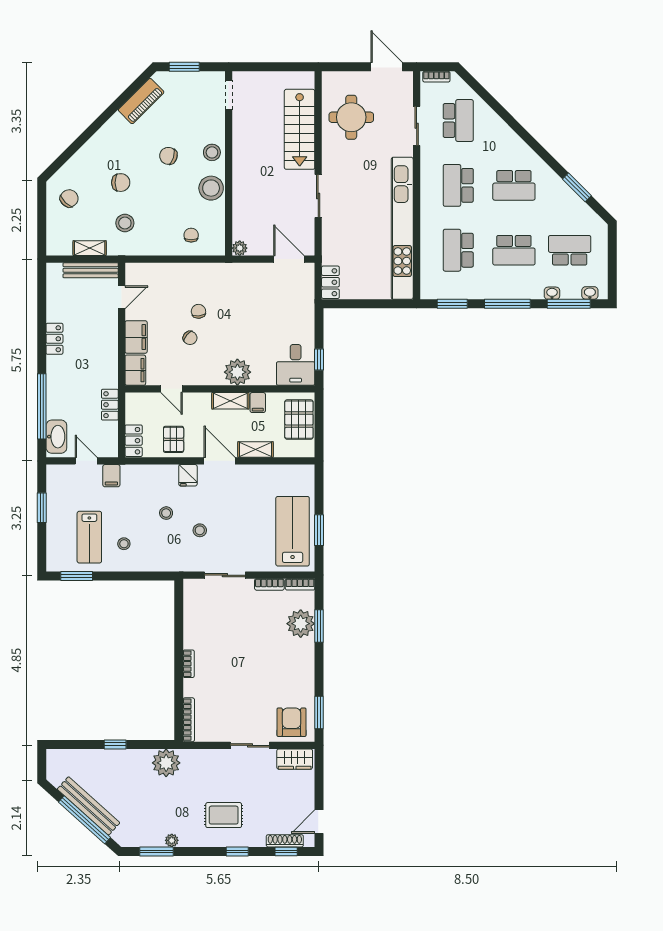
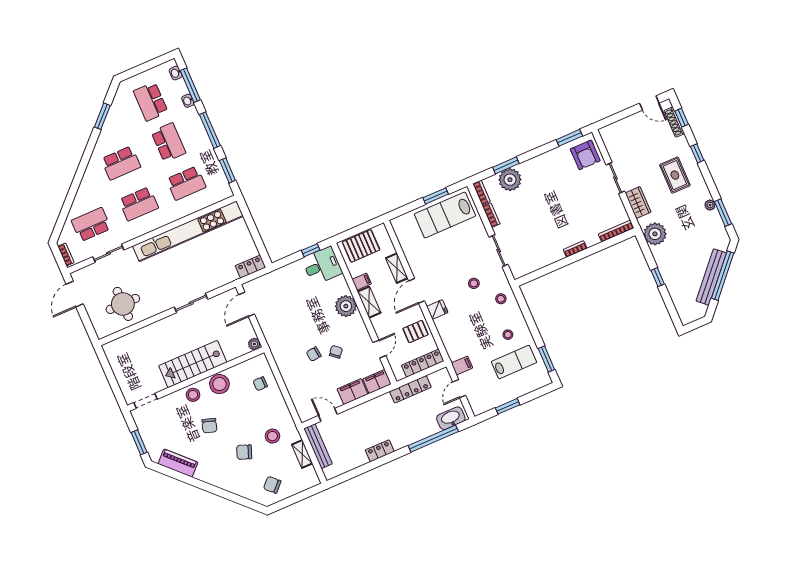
stairs: (300, 129) -> (193, 364), moved, turned 180
chair: (121, 183) -> (244, 452), turned -69
school desk: (514, 185) -> (121, 163), turned 90
locker: (110, 405) -> (410, 389), width x1.53
locker: (134, 441) -> (423, 363), width x1.53
stool: (166, 513) -> (501, 299), moved
armchair: (291, 722) -> (585, 155), turned -90
wardrobe: (295, 759) -> (638, 203), moved

